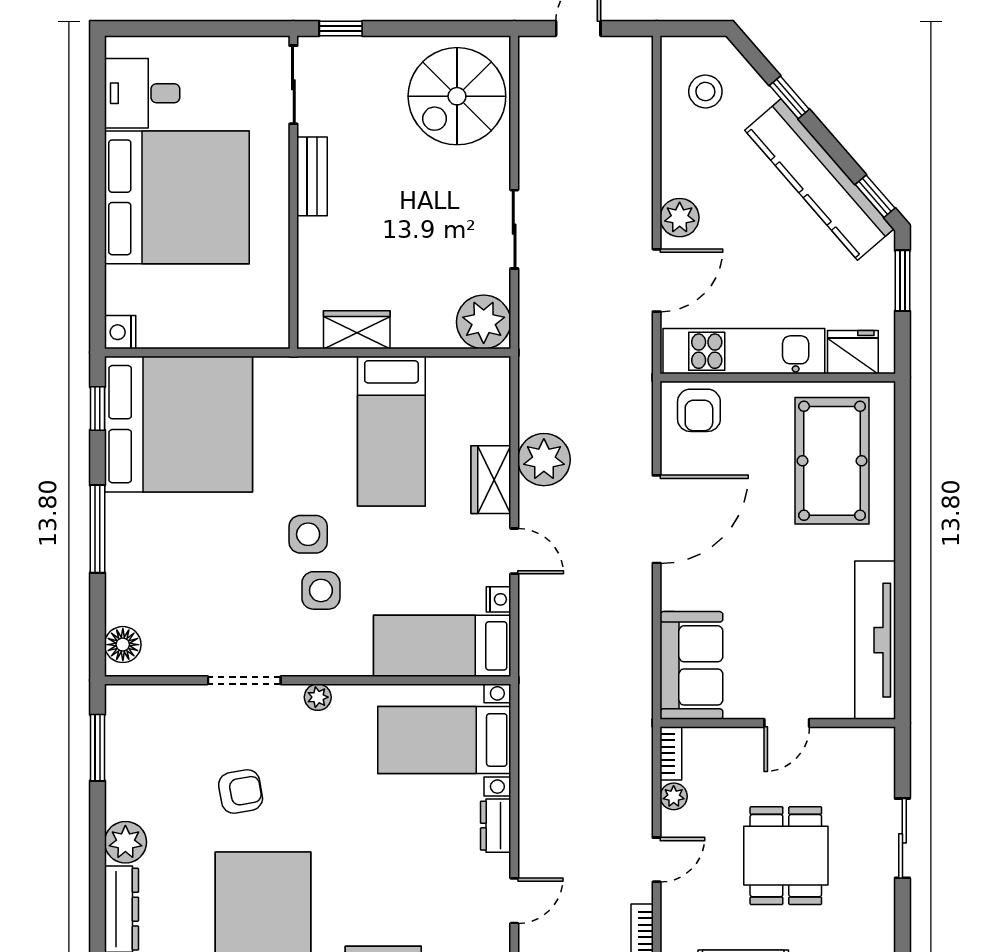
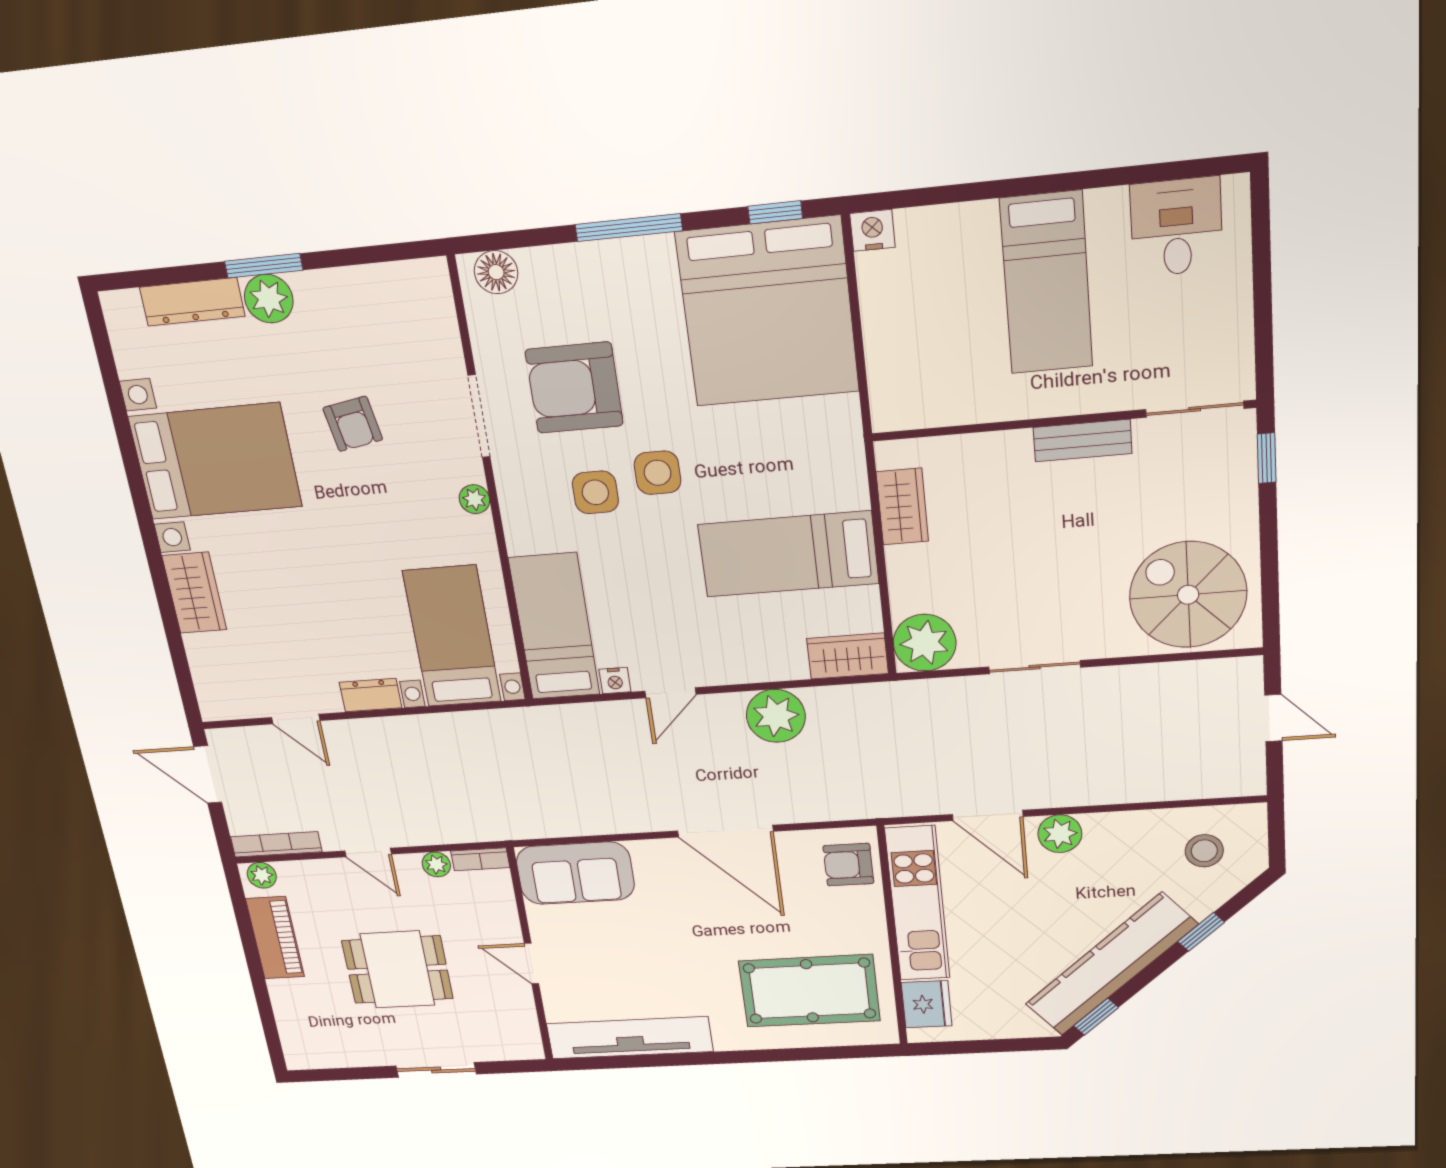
bed: (177, 197) -> (1046, 283), width x0.49
window: (902, 281) -> (1007, 1045), removed
wardrobe: (491, 480) -> (847, 656), moved
armchair: (227, 594) -> (574, 388), added
window: (97, 748) -> (264, 266), moved

